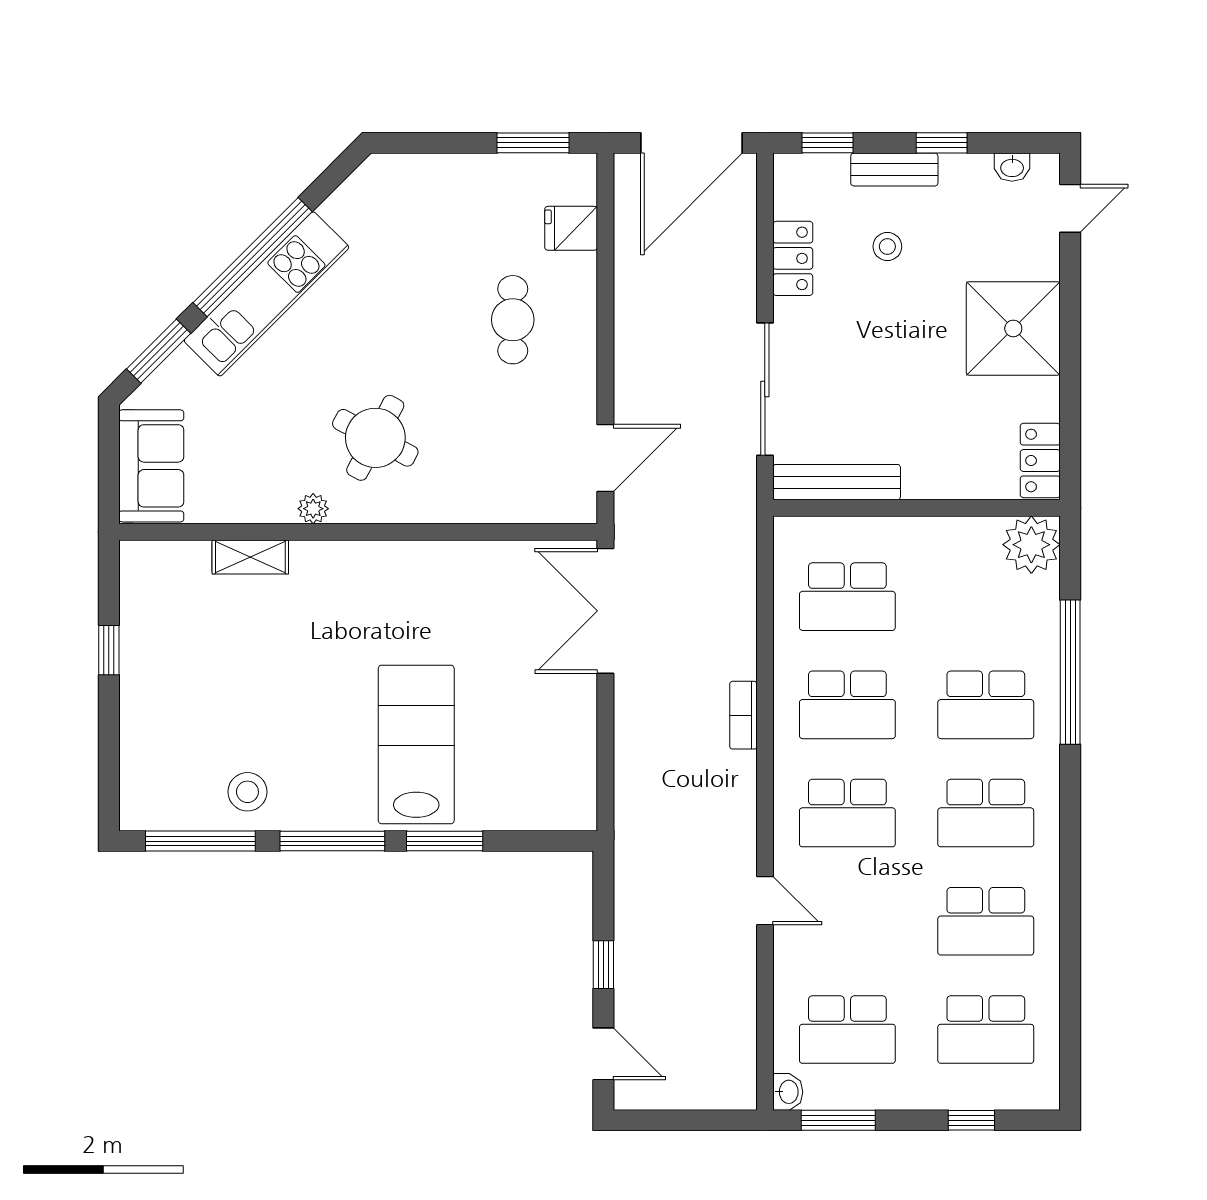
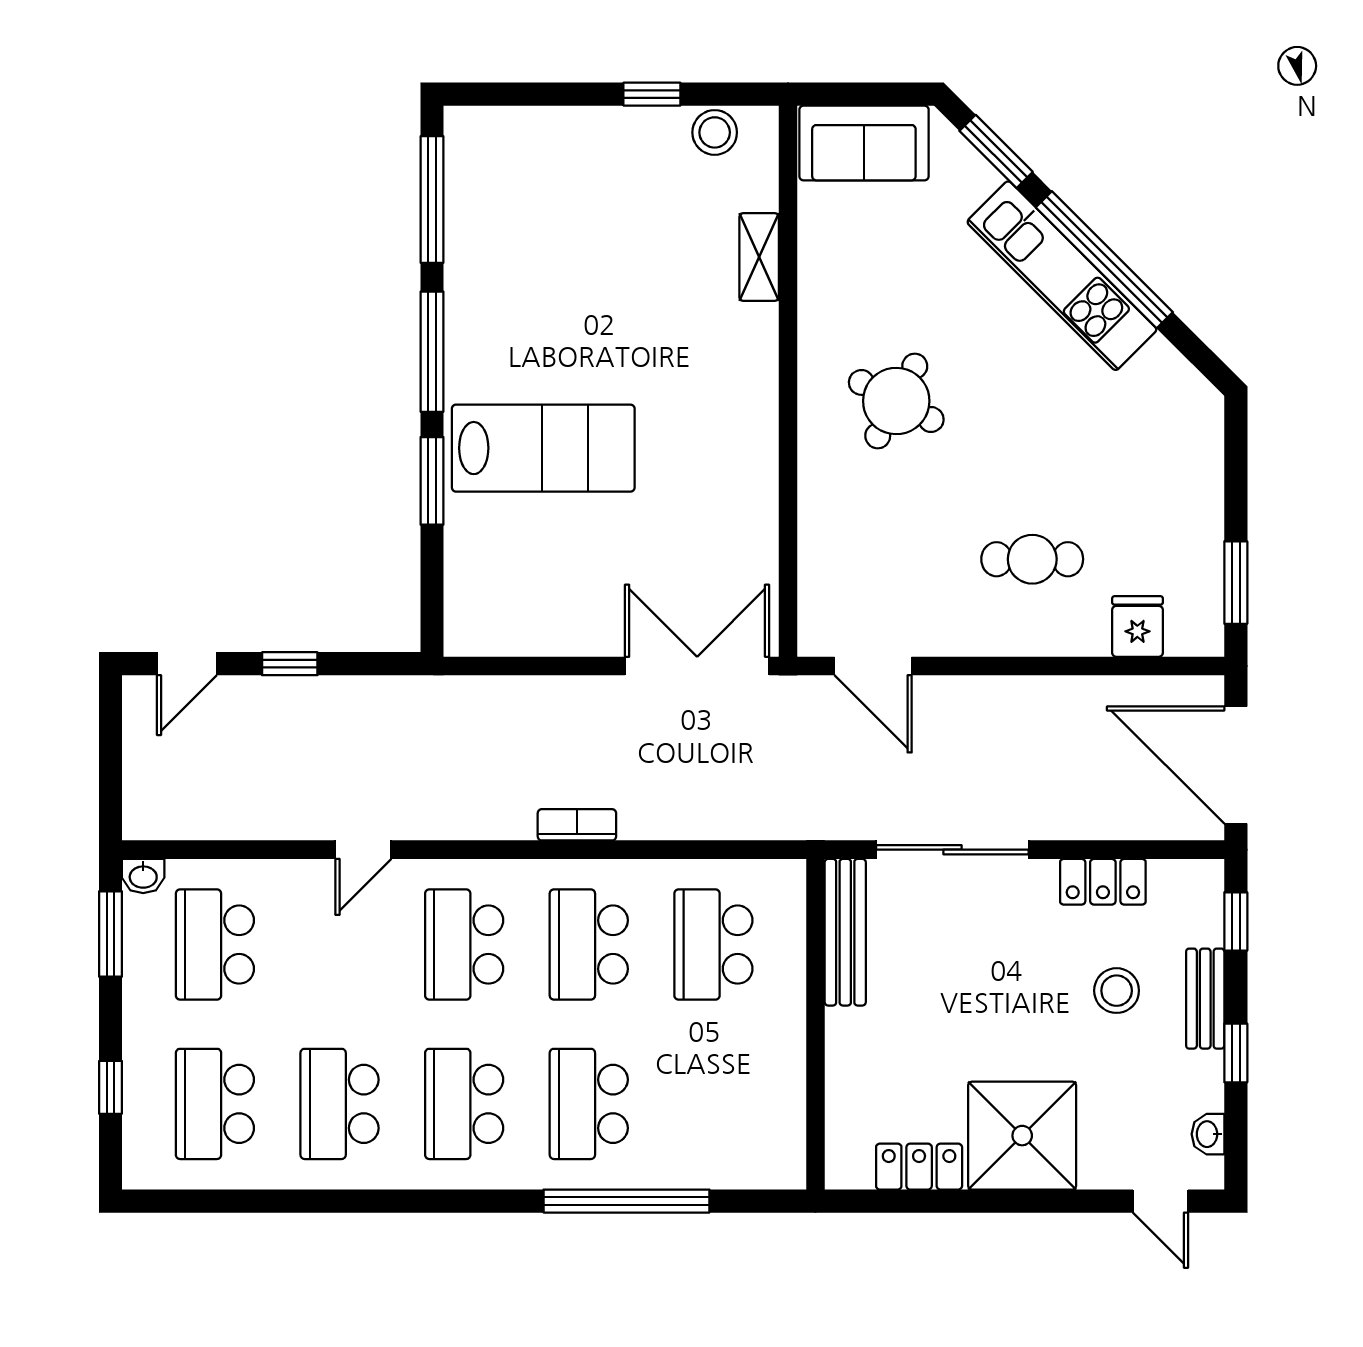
stool: (887, 246) -> (1117, 991), width x1.37, depth x1.37
locker: (1040, 460) -> (919, 1167), moved
plant: (313, 509) -> (815, 329), removed
plant: (1031, 545) -> (773, 1156), removed
stool: (247, 792) -> (715, 132), moved

